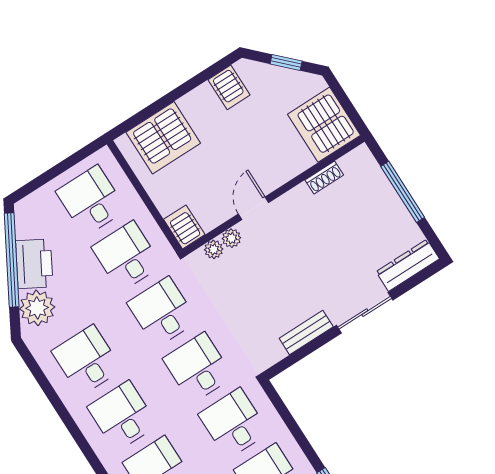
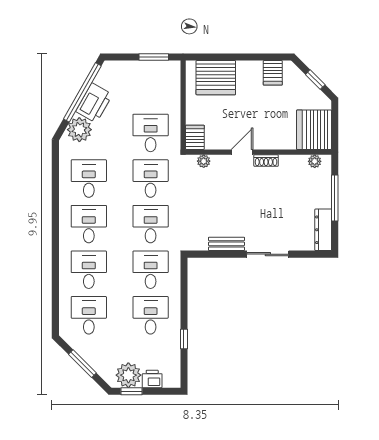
window: (71, 161) -> (154, 57), added
shoe rack: (324, 177) -> (266, 161), moved
desk: (91, 201) -> (151, 87), removed
plant: (231, 238) -> (315, 161), moved
dresser: (408, 265) -> (323, 230), moved, turned -90

